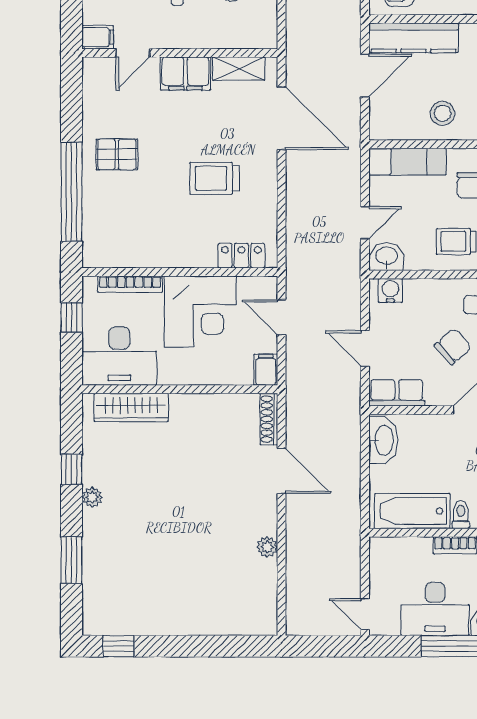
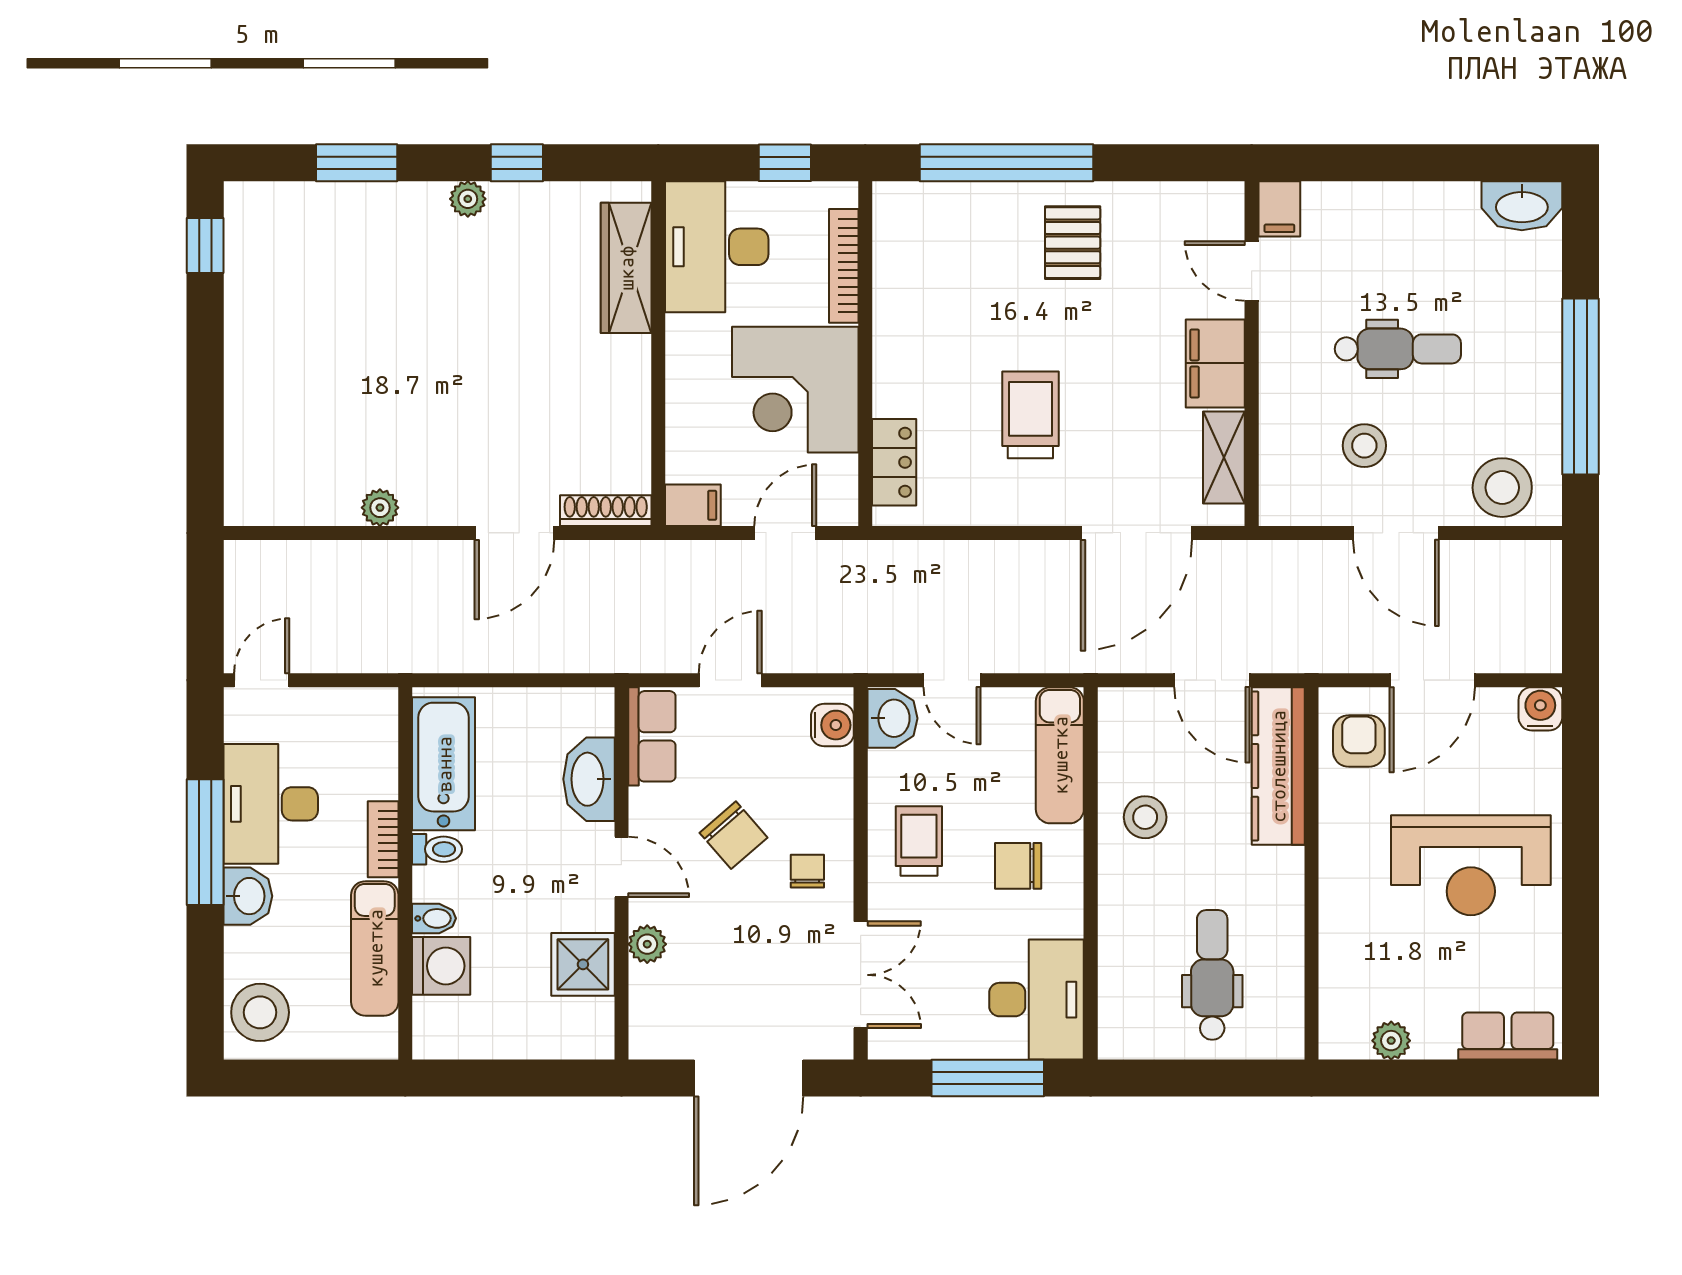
washbasin: (383, 440) -> (589, 779), moved, turned 90

